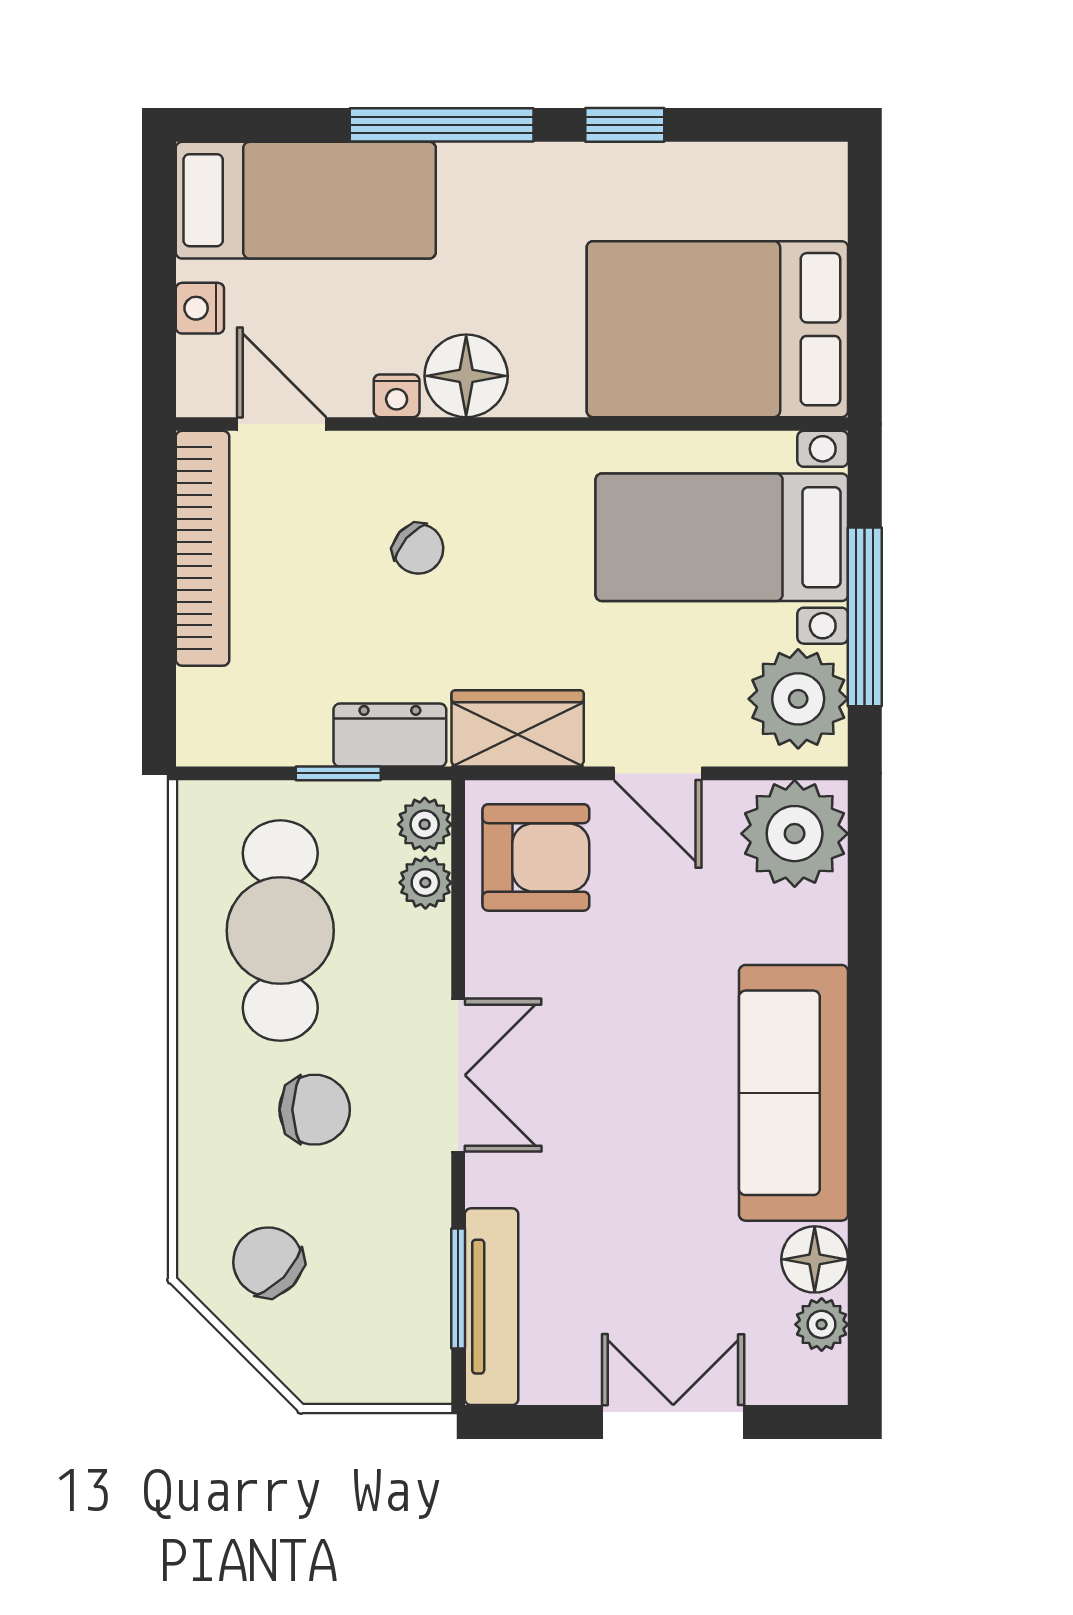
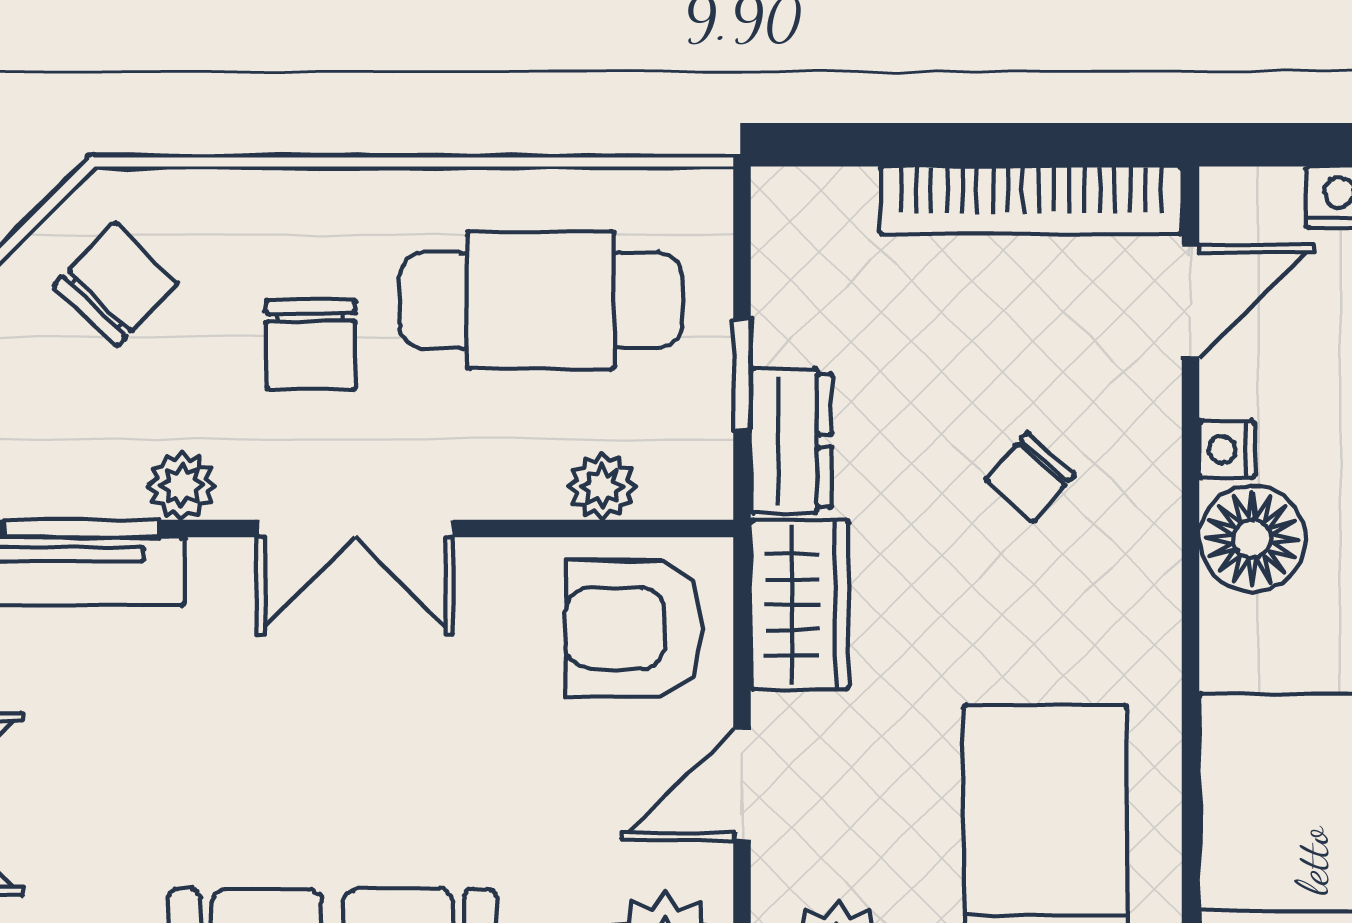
plant: (425, 824) -> (182, 485), moved
armchair: (536, 857) -> (634, 628), turned 90

